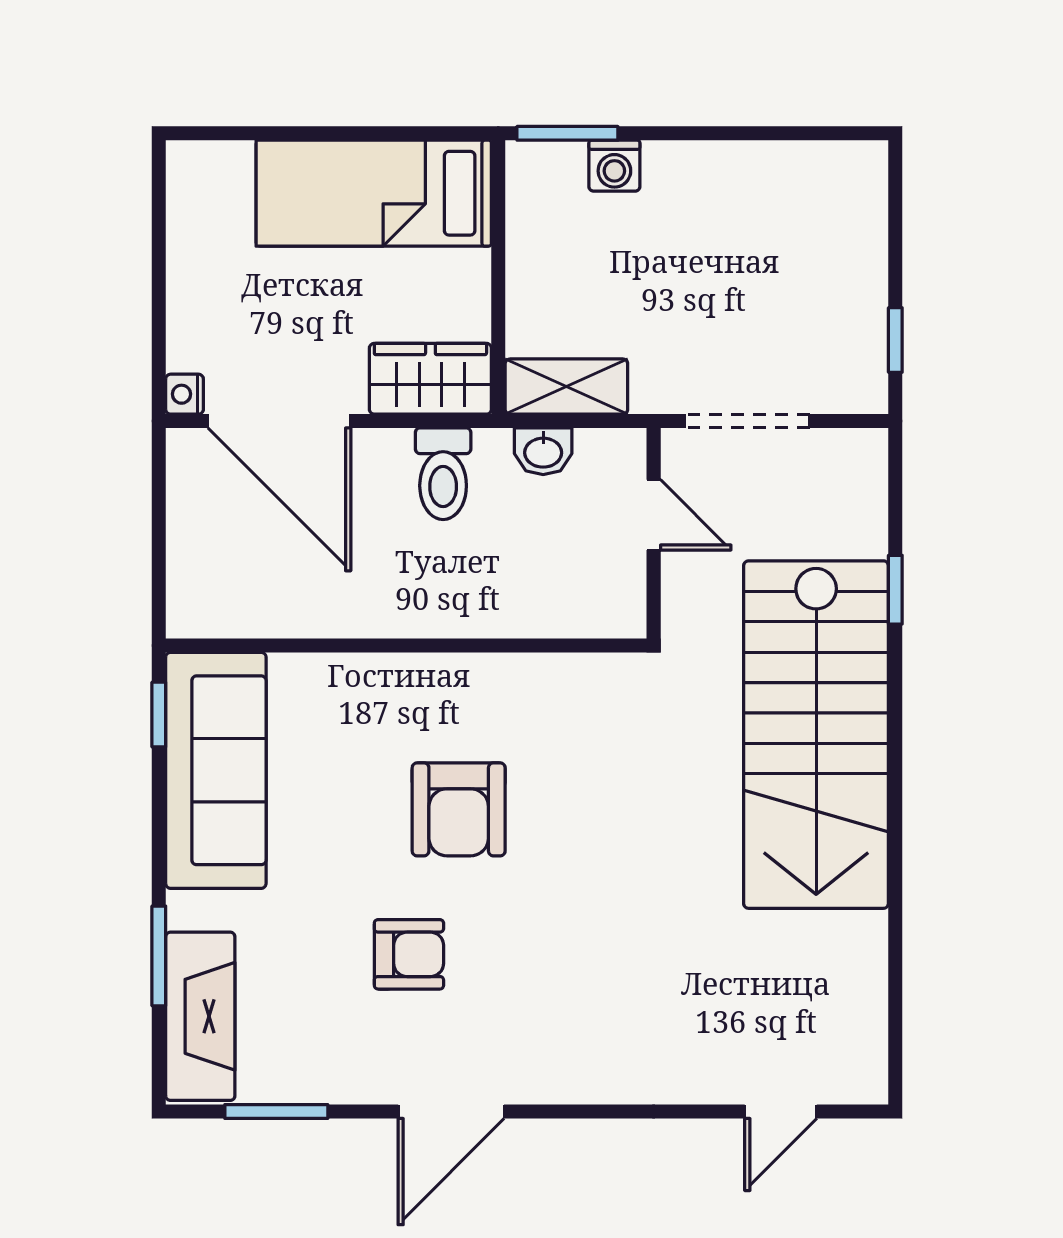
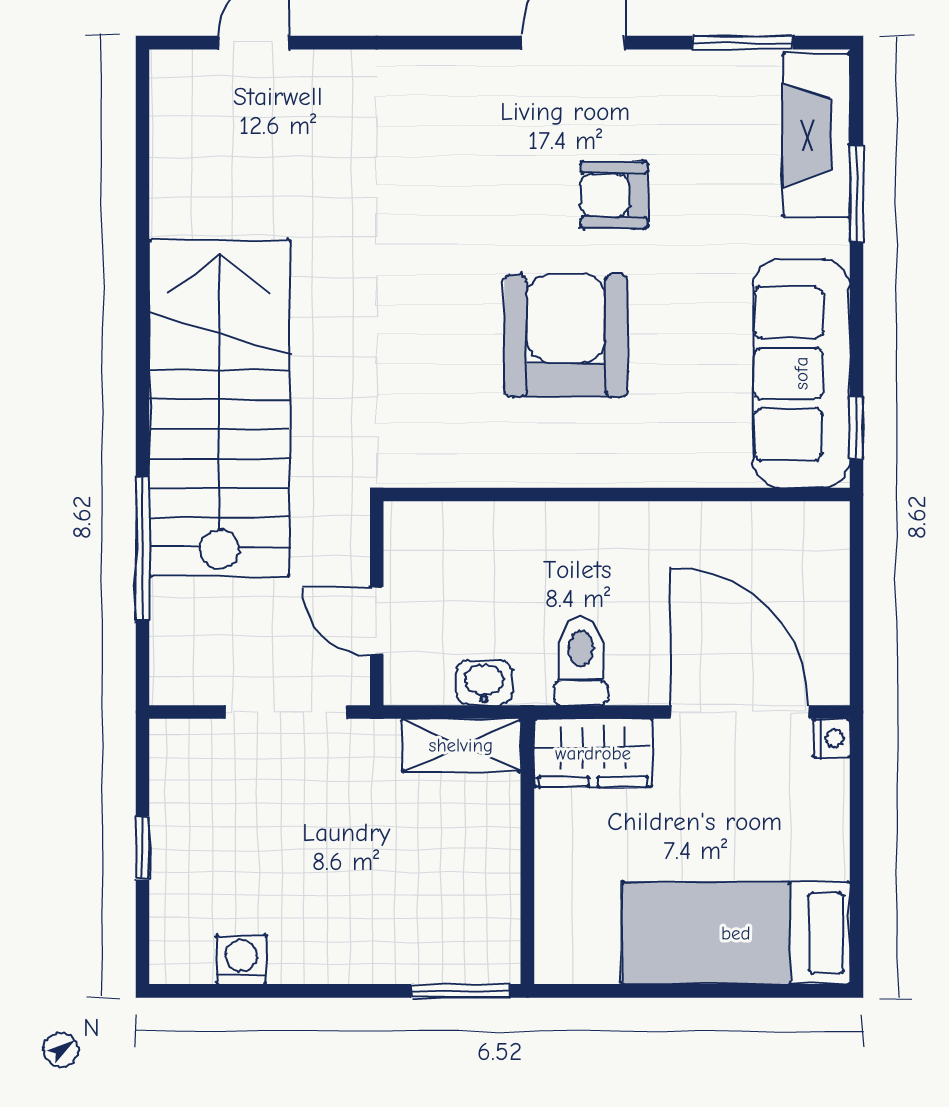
washing machine: (614, 166) -> (241, 959), moved
bed: (374, 193) -> (736, 933), moved, turned 180
window: (895, 340) -> (143, 848), moved
window: (895, 590) -> (143, 549), width x2.17
armchair: (459, 809) -> (566, 336), width x1.36, depth x1.36

